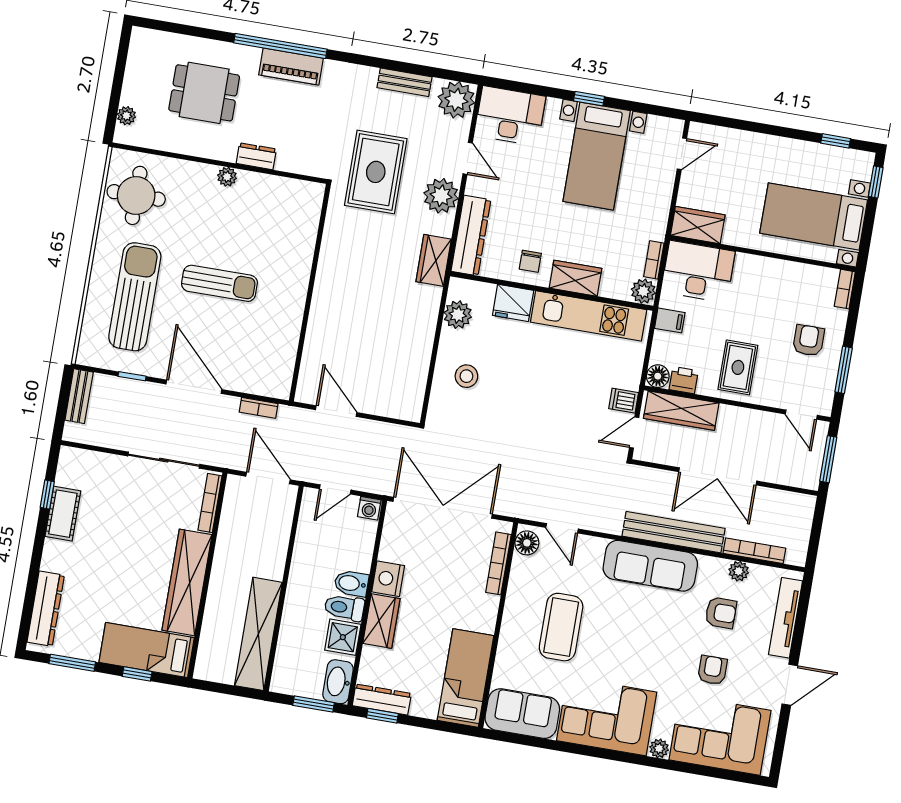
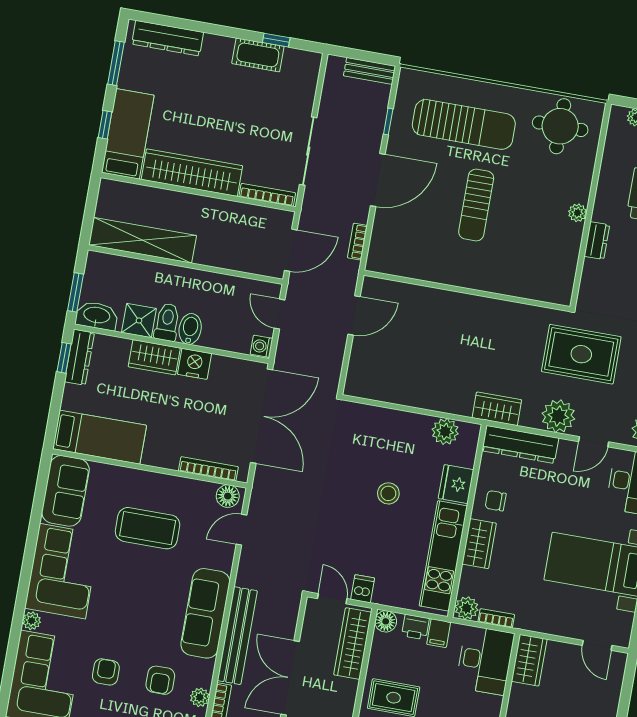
stool: (466, 376) -> (388, 493), moved
printer: (684, 380) -> (415, 627), moved, turned 90
armchair: (712, 670) -> (106, 672), turned -90

